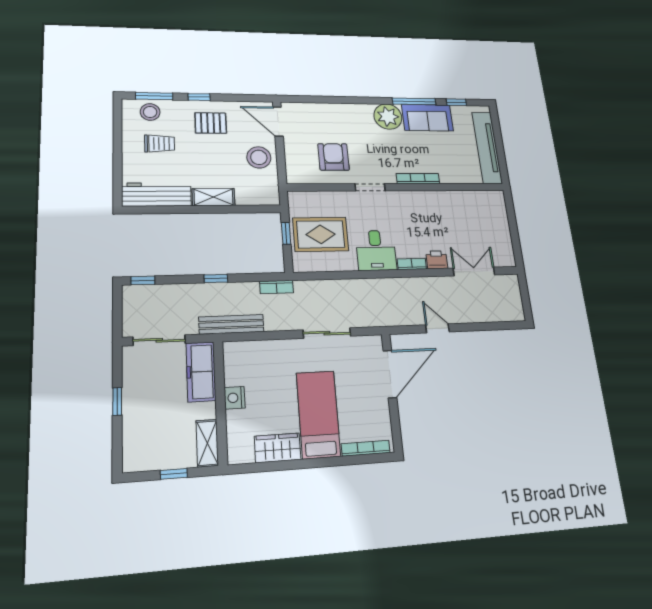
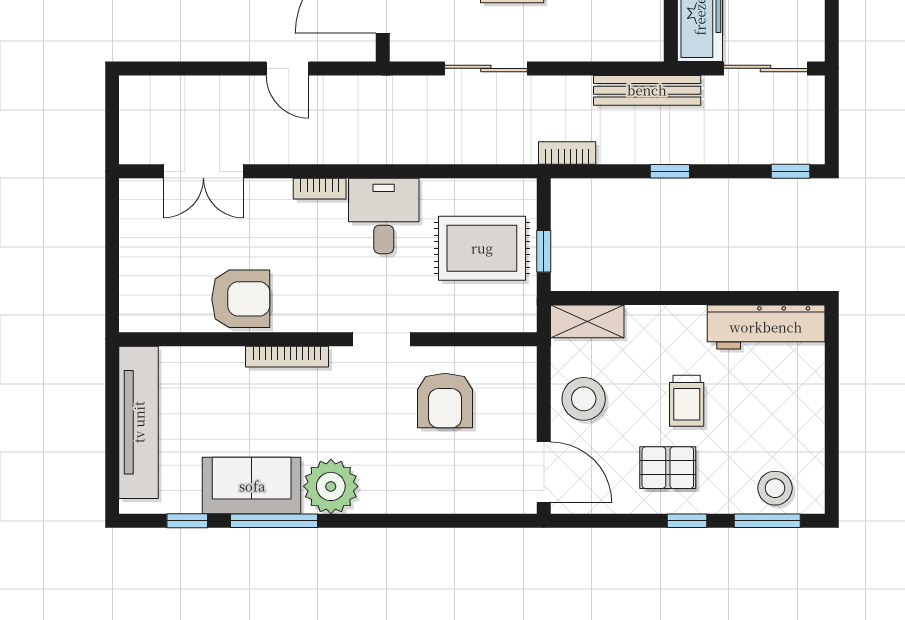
trolley: (160, 144) -> (687, 401), moved, turned -90
shelving: (214, 197) -> (587, 321), moved
armchair: (445, 207) -> (241, 299), added
printer: (437, 260) -> (272, 195), removed

